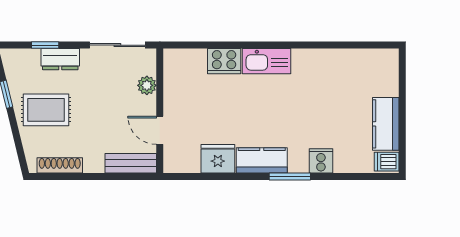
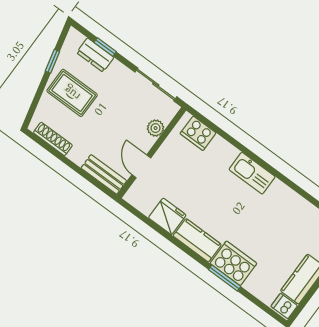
dresser: (60, 59) -> (95, 55), moved
cooker: (224, 61) -> (198, 133), moved
cooker: (321, 161) -> (233, 263), width x1.87, depth x1.31
window: (290, 176) -> (225, 278), moved

